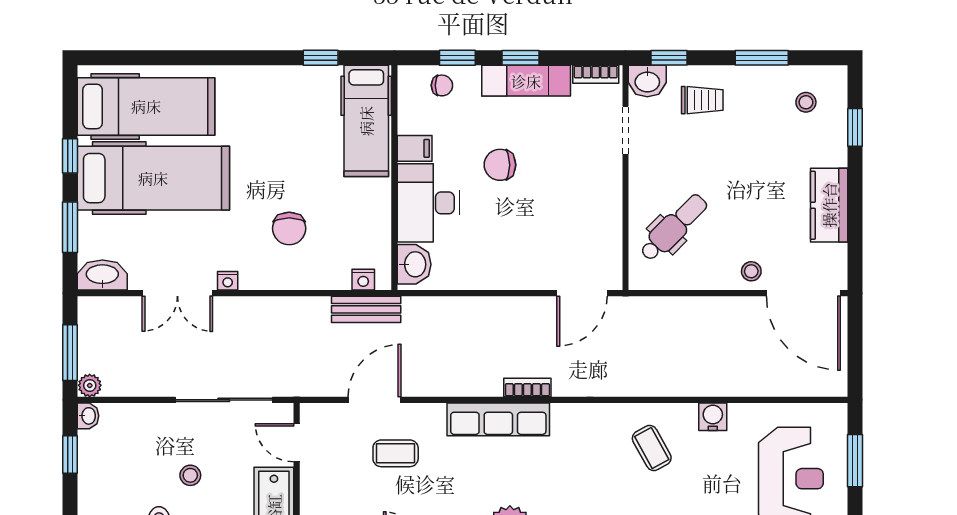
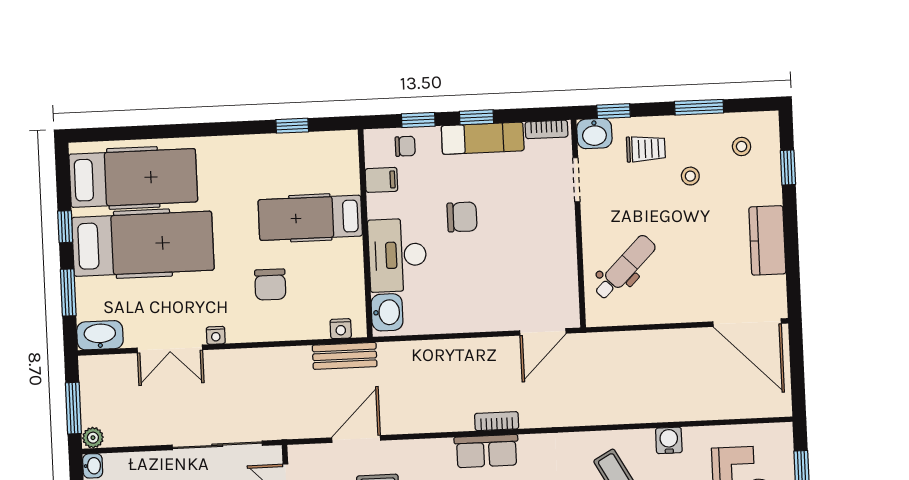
hospital bed: (366, 121) -> (310, 218), moved, turned 90
filing cabinet: (415, 148) -> (381, 180), moved
chair: (500, 165) -> (462, 217), turned 180
stool: (751, 271) -> (690, 176), moved
row of seats: (498, 419) -> (486, 451), width x0.68

